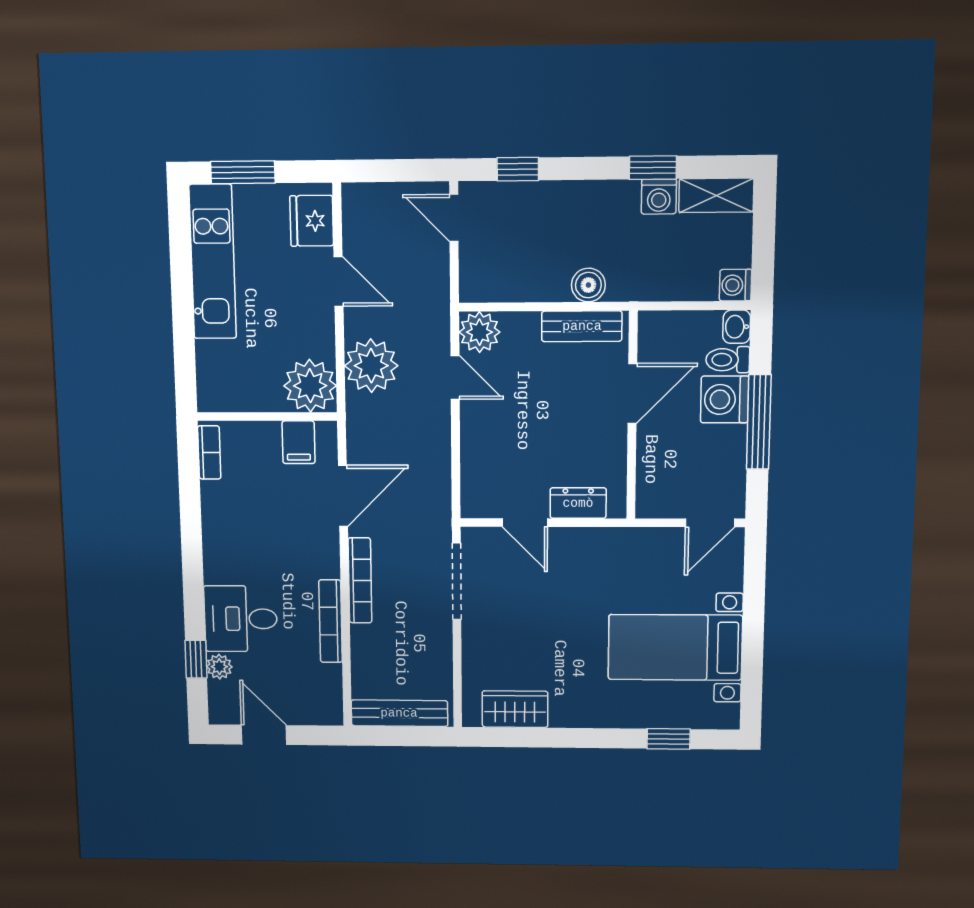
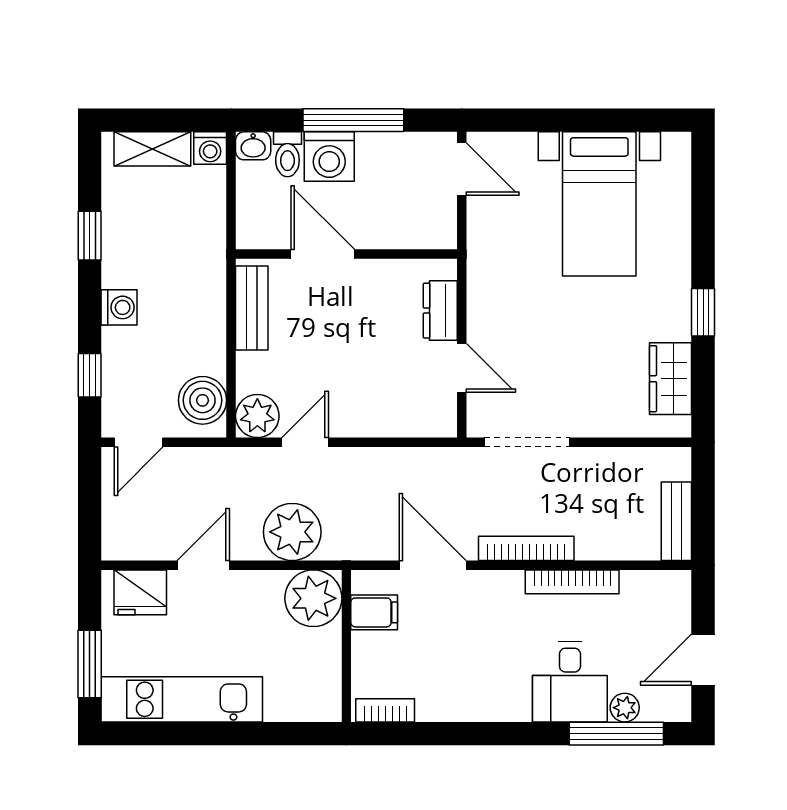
shelving: (716, 195) -> (152, 149), moved, turned 90
washing machine: (659, 197) -> (119, 307), moved
boiler: (588, 285) -> (203, 400), moved, width x1.36, depth x1.36
door: (525, 523) -> (462, 368), hinge flipped
window: (196, 659) -> (616, 734), width x2.17
bench: (399, 713) -> (676, 521), width x0.73
window: (669, 739) -> (703, 312), moved

